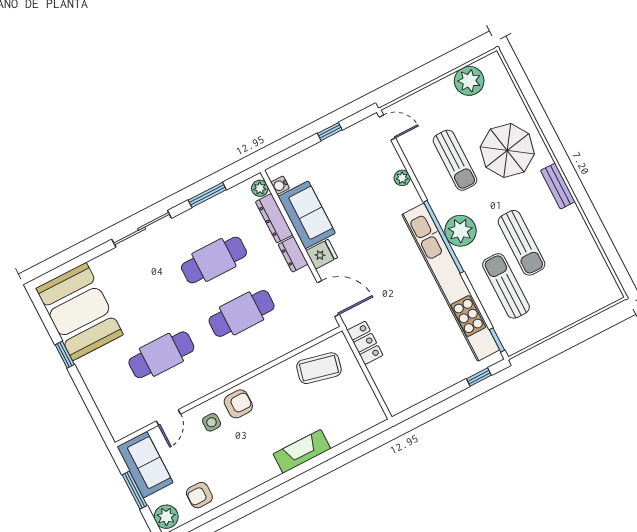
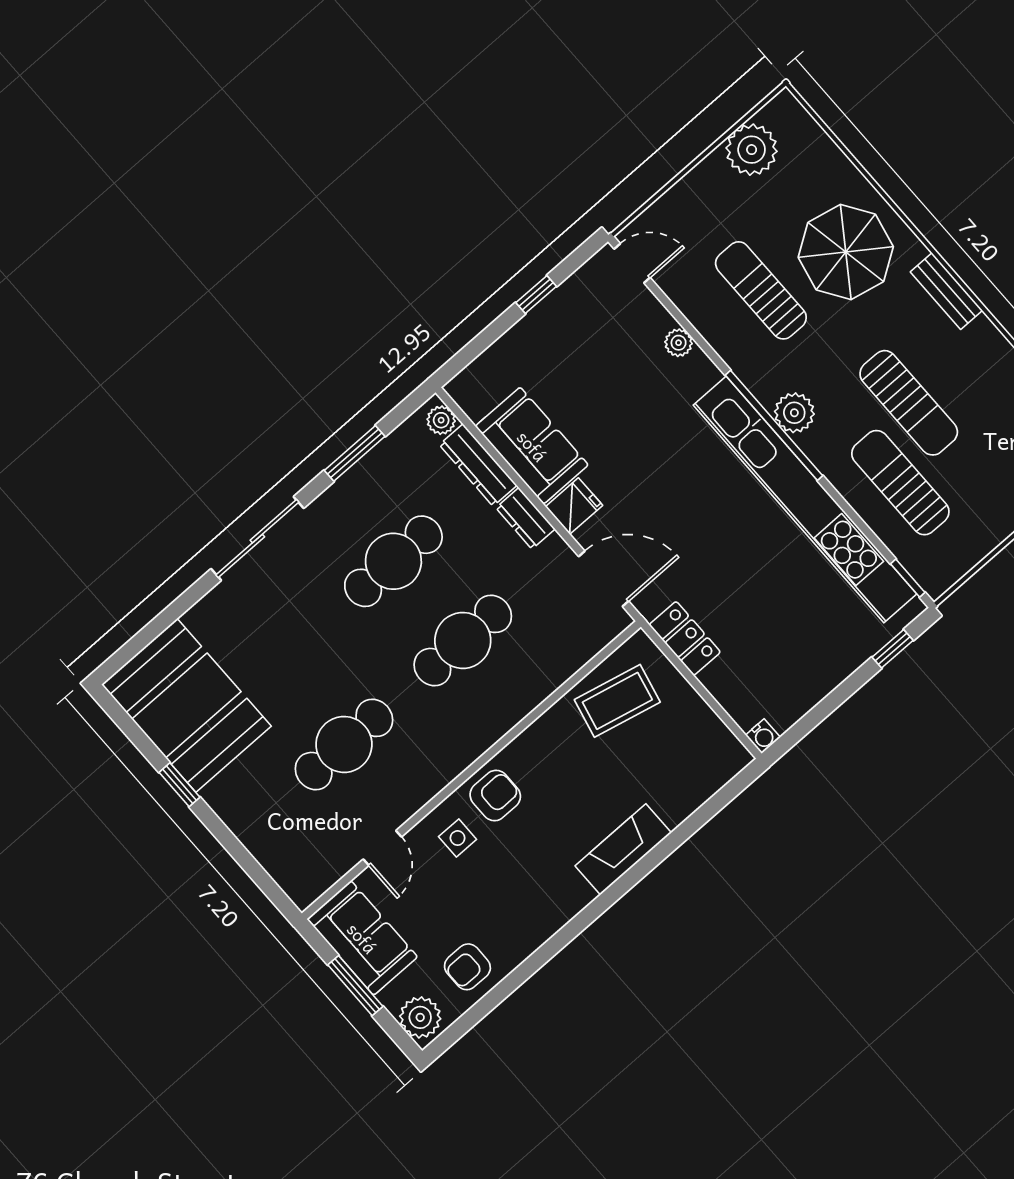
sun lounger: (455, 160) -> (761, 290), turned 180
water cooler: (280, 185) -> (763, 736), moved, turned -90
plant: (460, 231) -> (794, 413), width x0.73, depth x0.73

